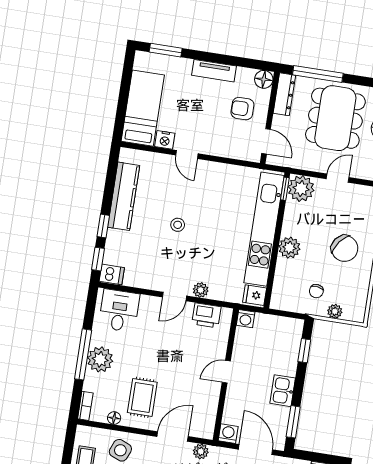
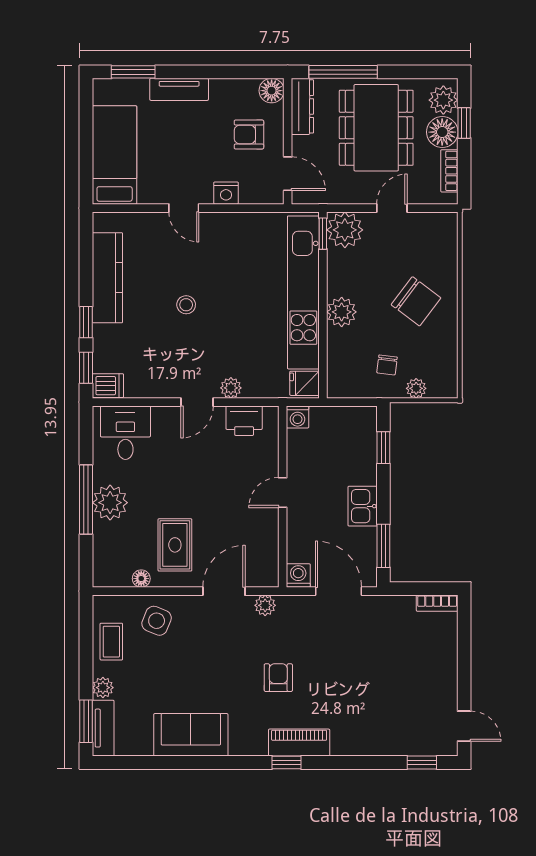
tv unit: (214, 71) -> (179, 89), moved
nightstand: (165, 140) -> (226, 193), moved
bookcase: (85, 406) -> (100, 568), removed

